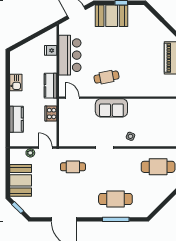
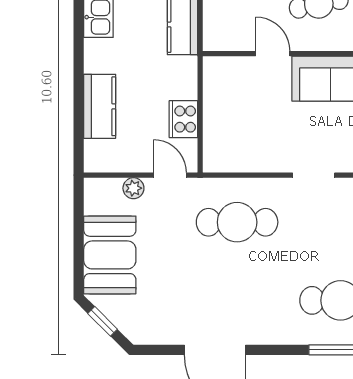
door: (72, 98) -> (273, 54), moved
cooker: (51, 114) -> (183, 119), moved
cafe table: (73, 167) -> (237, 222), width x1.37, depth x1.35

